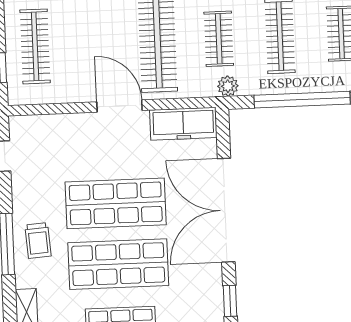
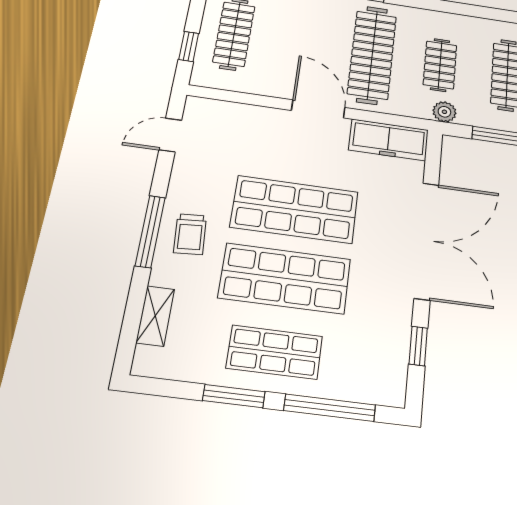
double door: (226, 210) -> (427, 240), swing flipped

